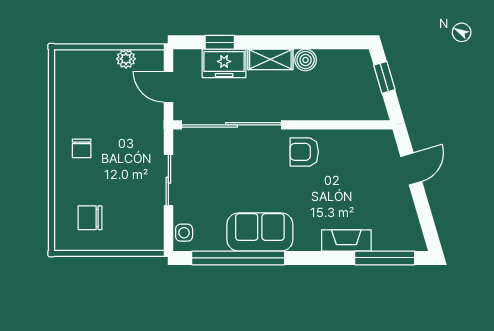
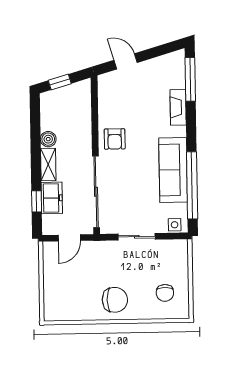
plant: (126, 59) -> (50, 269), removed
chair: (82, 148) -> (115, 300), width x1.87, depth x1.87
sofa: (260, 232) -> (173, 170), width x1.36

